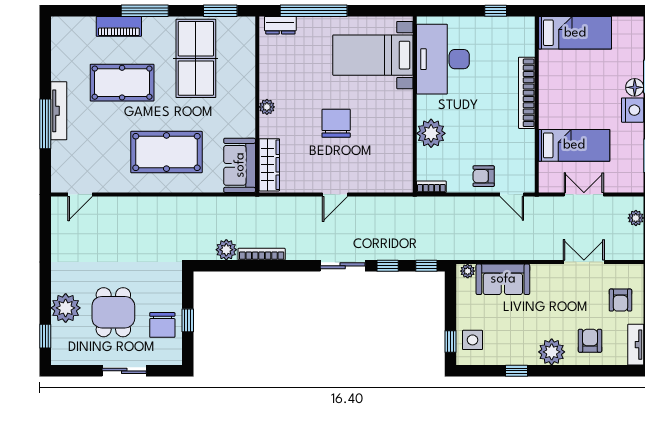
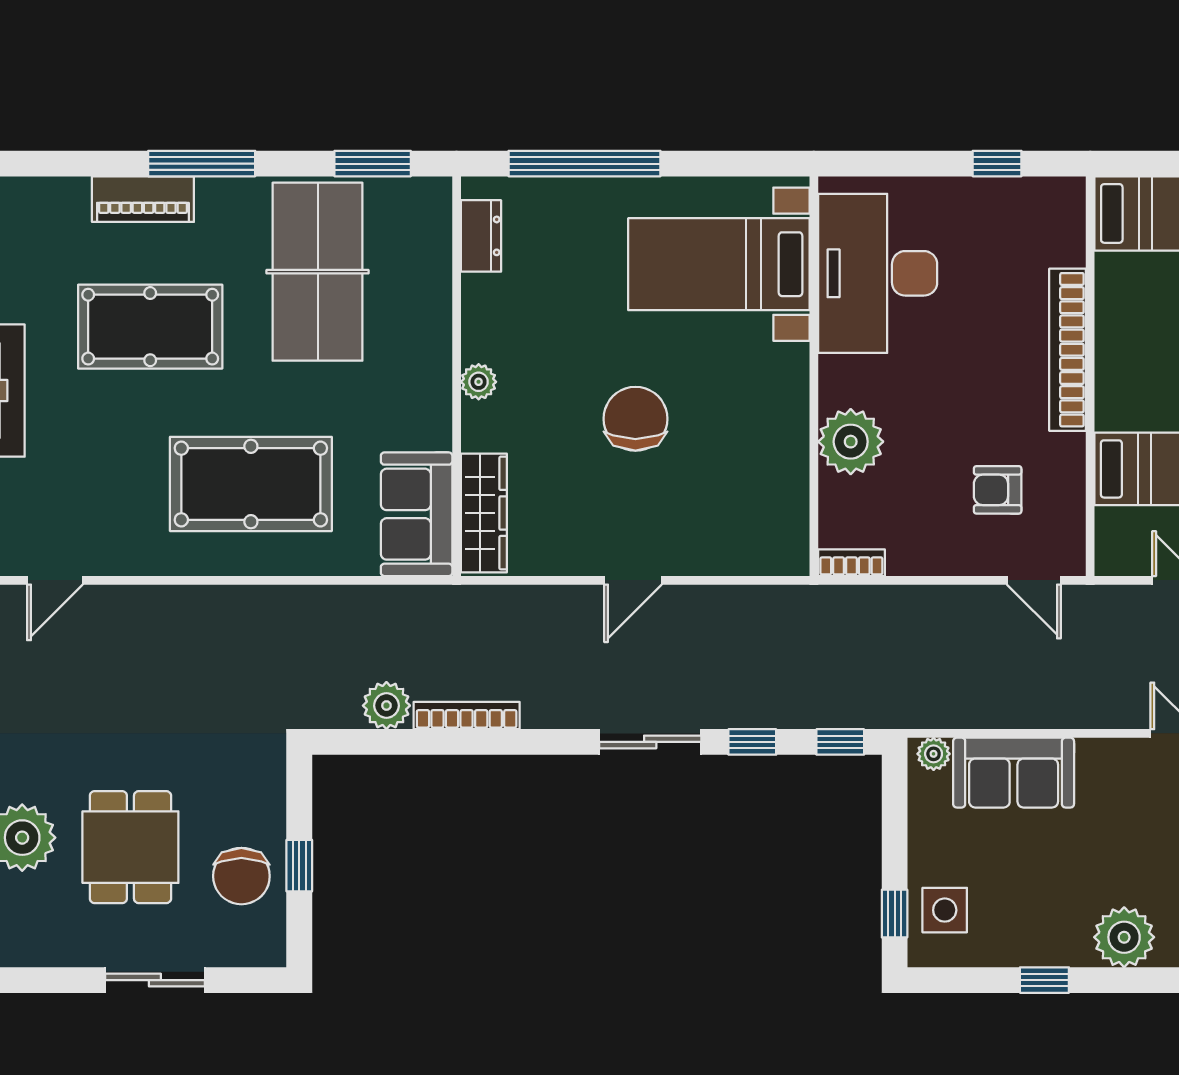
dresser: (280, 25) -> (481, 236), moved, turned -90
armchair: (484, 176) -> (998, 490), moved

